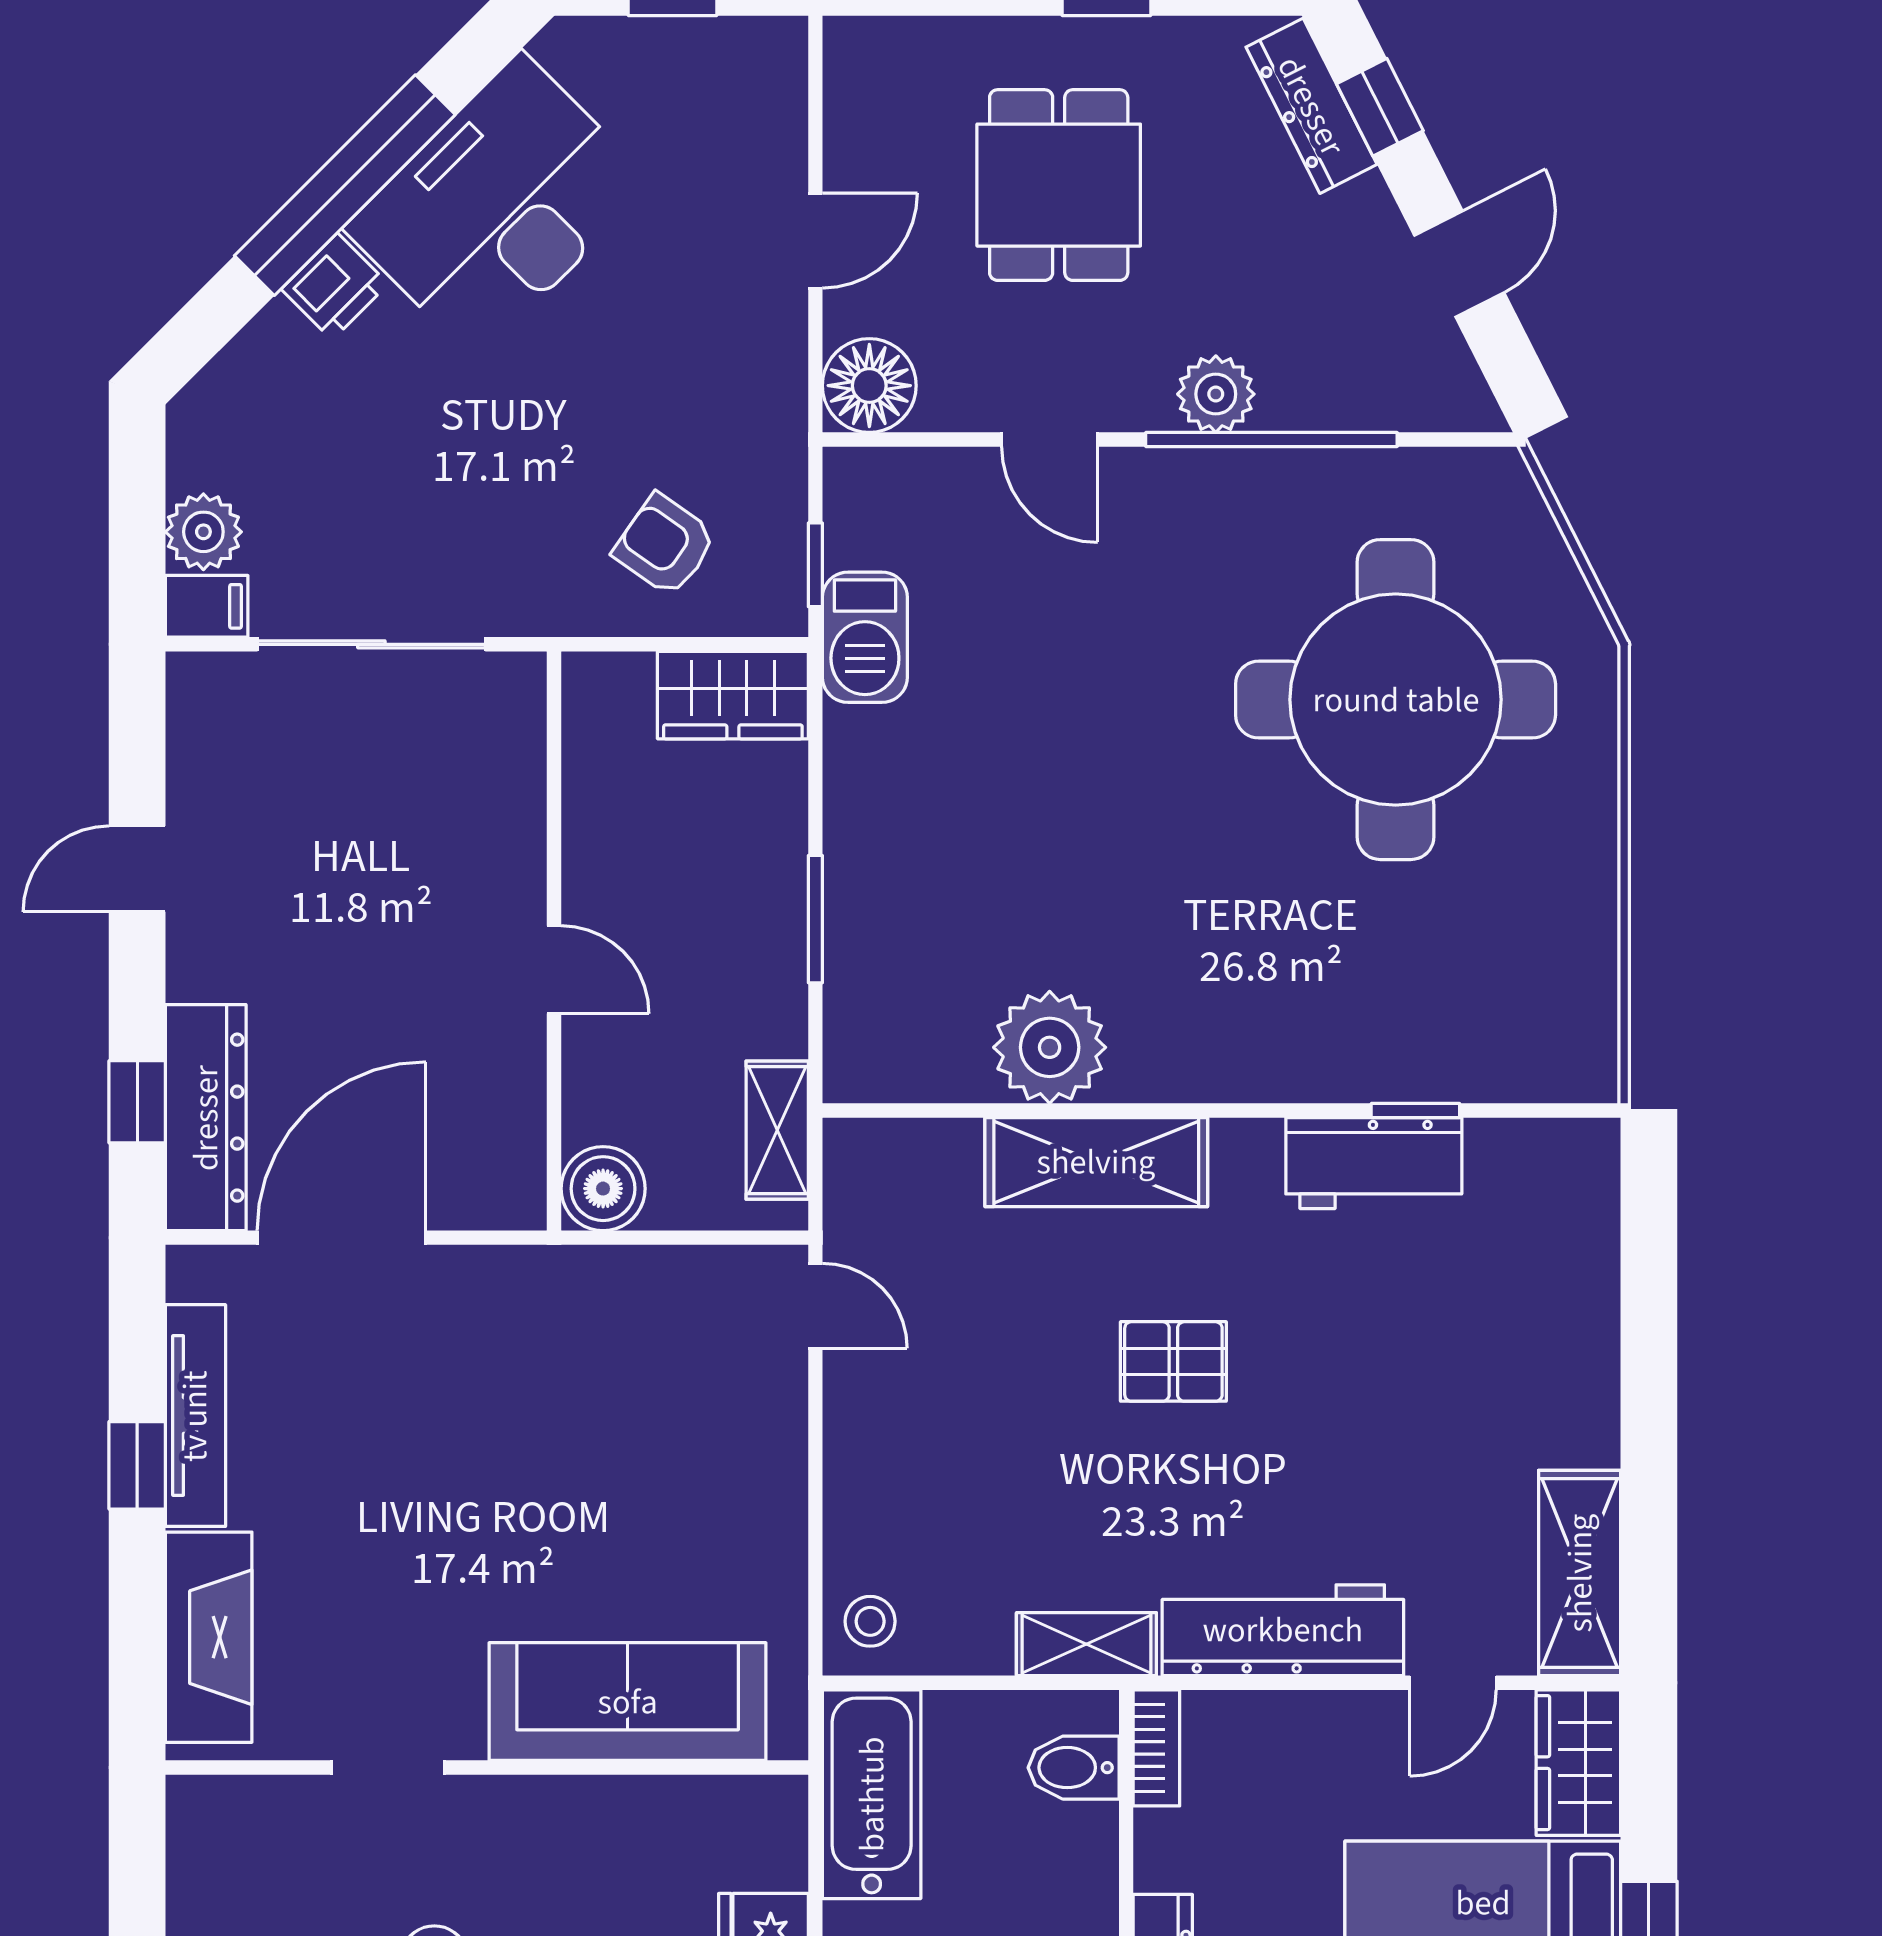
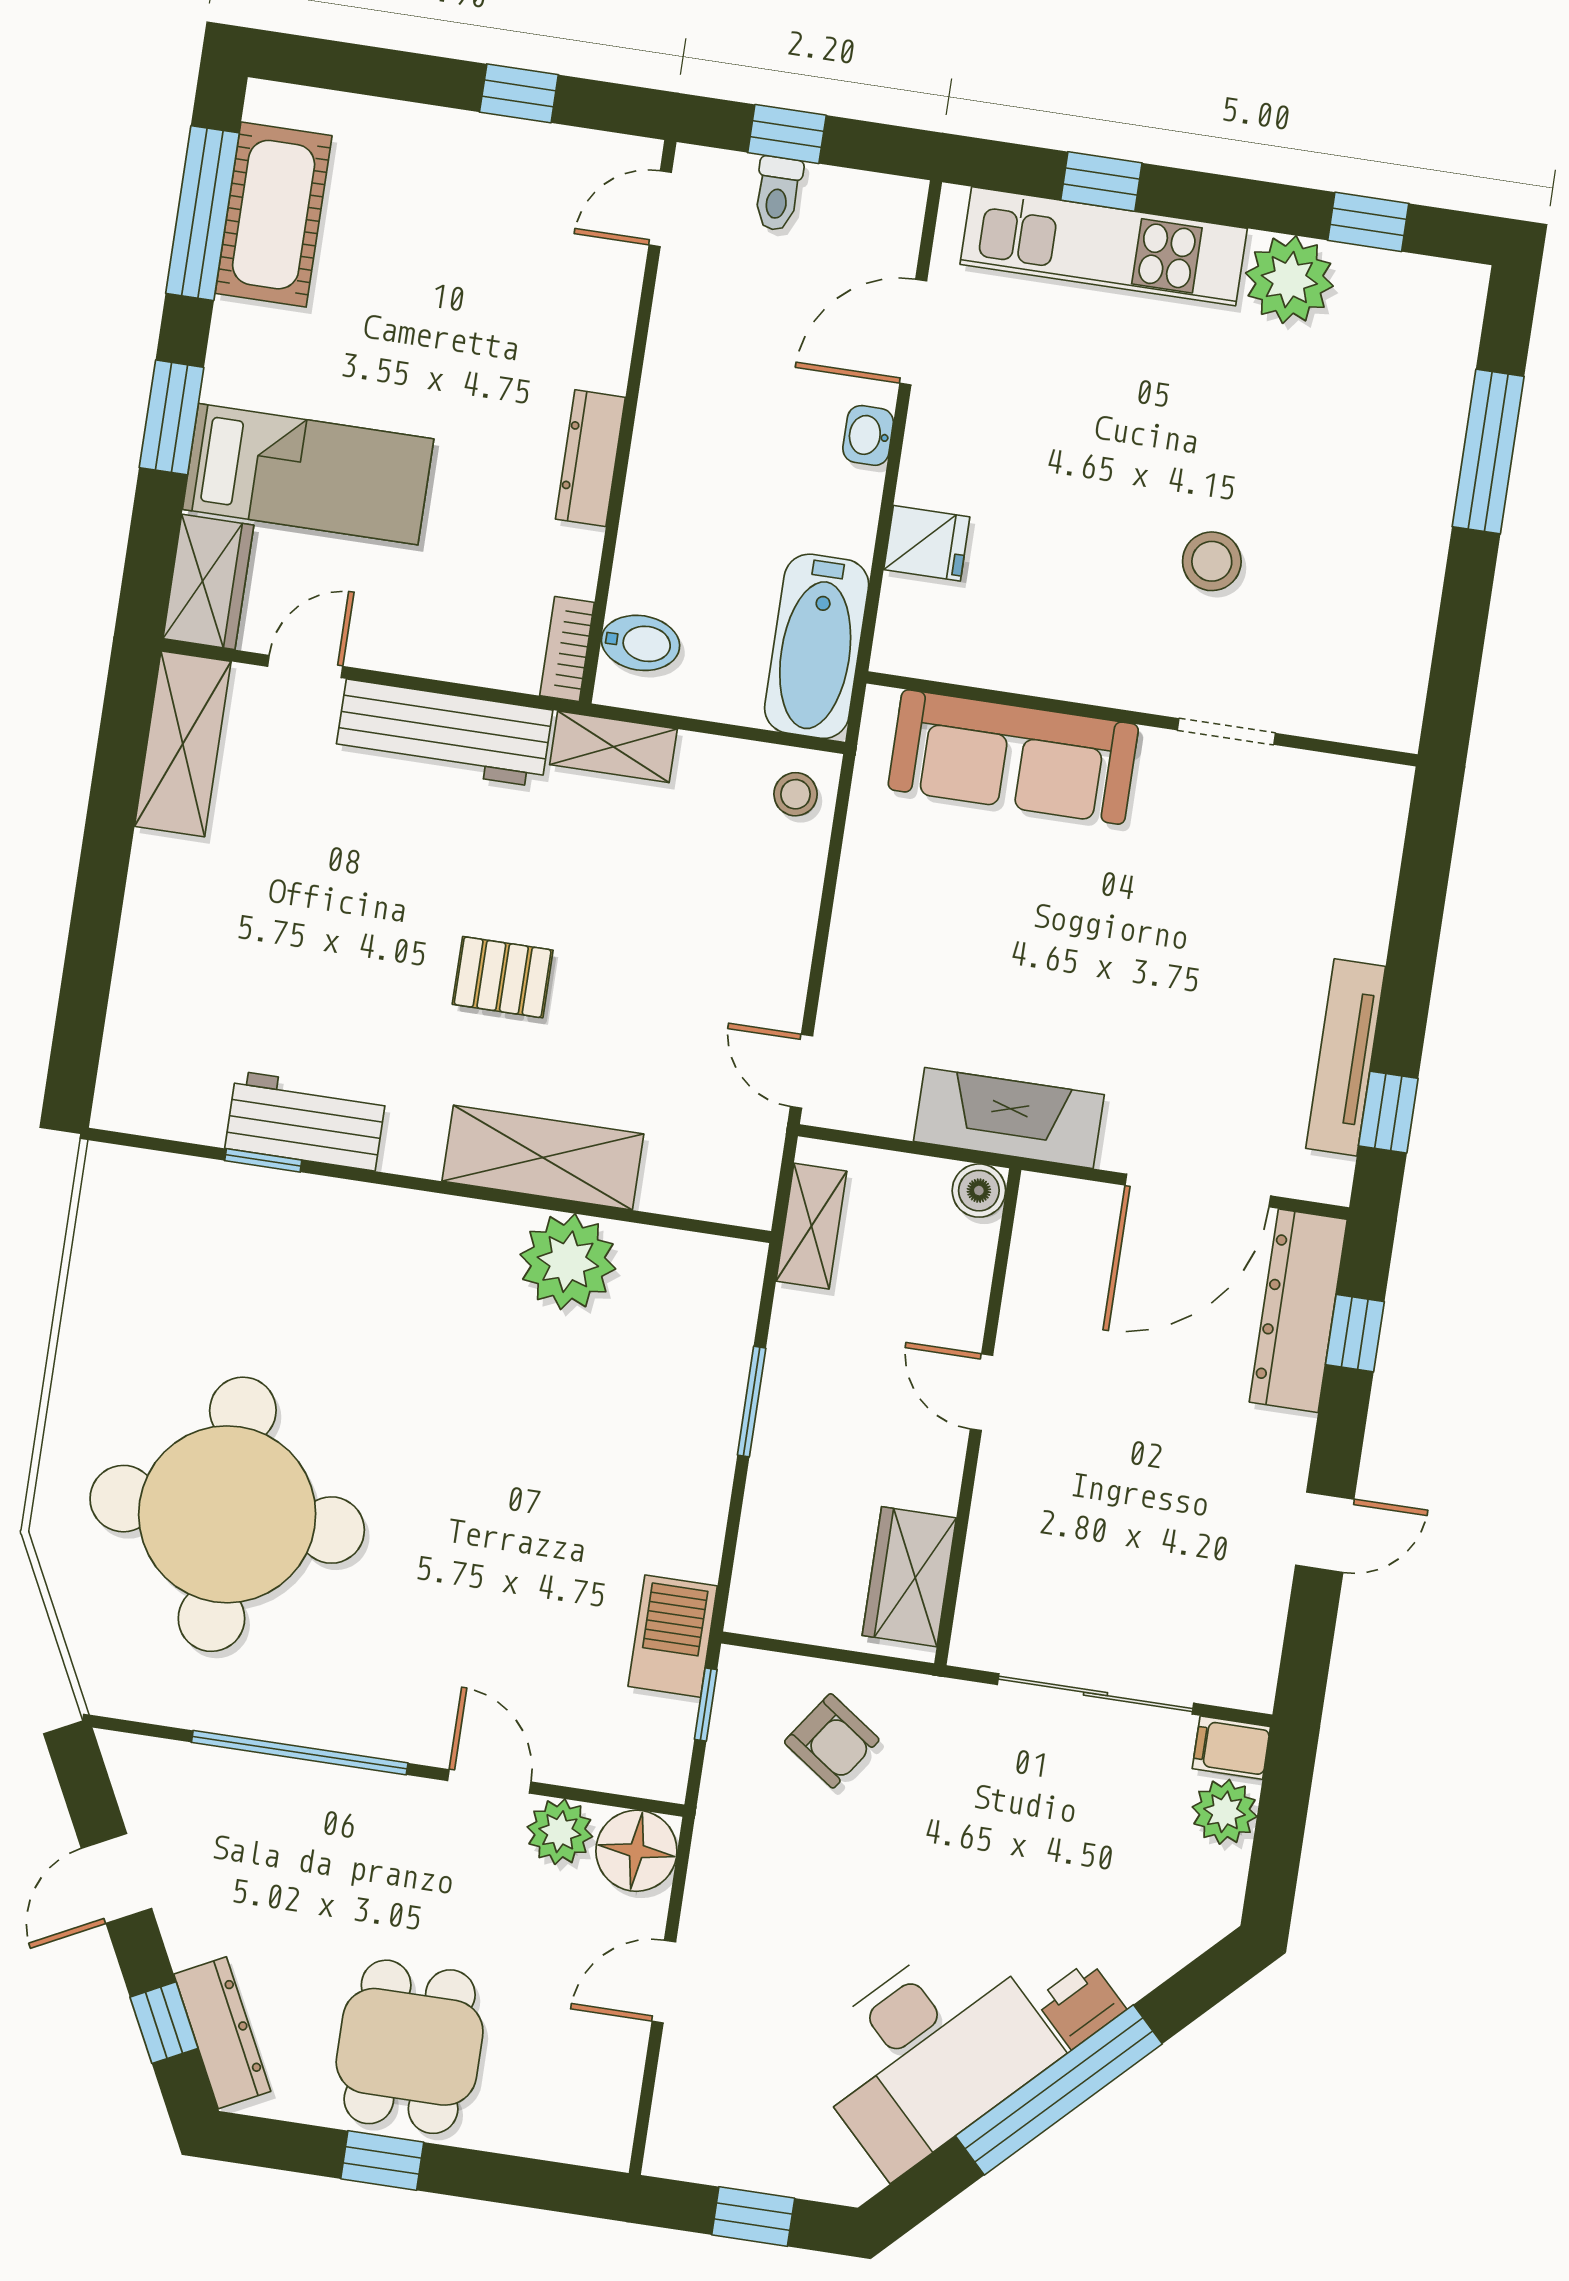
dining table: (1059, 185) -> (410, 2047), moved
plant: (1216, 394) -> (560, 1832), moved
wardrobe: (733, 695) -> (909, 1577), moved, turned -90
boiler: (603, 1189) -> (979, 1191), width x0.73, depth x0.73
window: (137, 1465) -> (1388, 1112), moved
fireplace: (209, 1637) -> (1009, 1118), moved, turned 90

